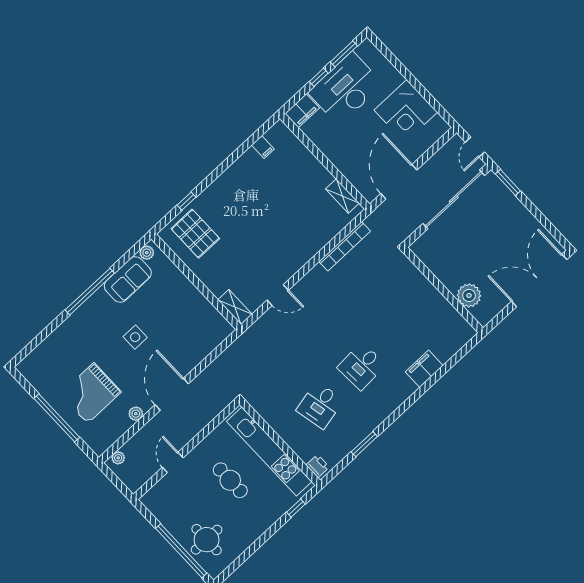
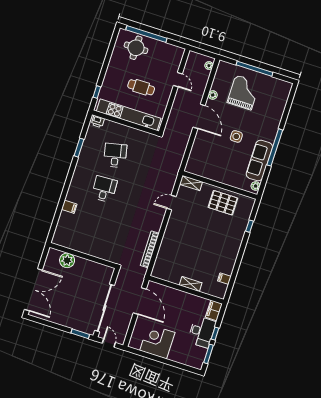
desk: (346, 89) -> (202, 332), width x0.73, depth x0.77
shelving: (342, 196) -> (191, 284), moved
pallet: (195, 234) -> (223, 203), moved
sofa: (128, 279) -> (259, 160), width x1.36
filing cabinet: (424, 369) -> (69, 207), width x0.50

